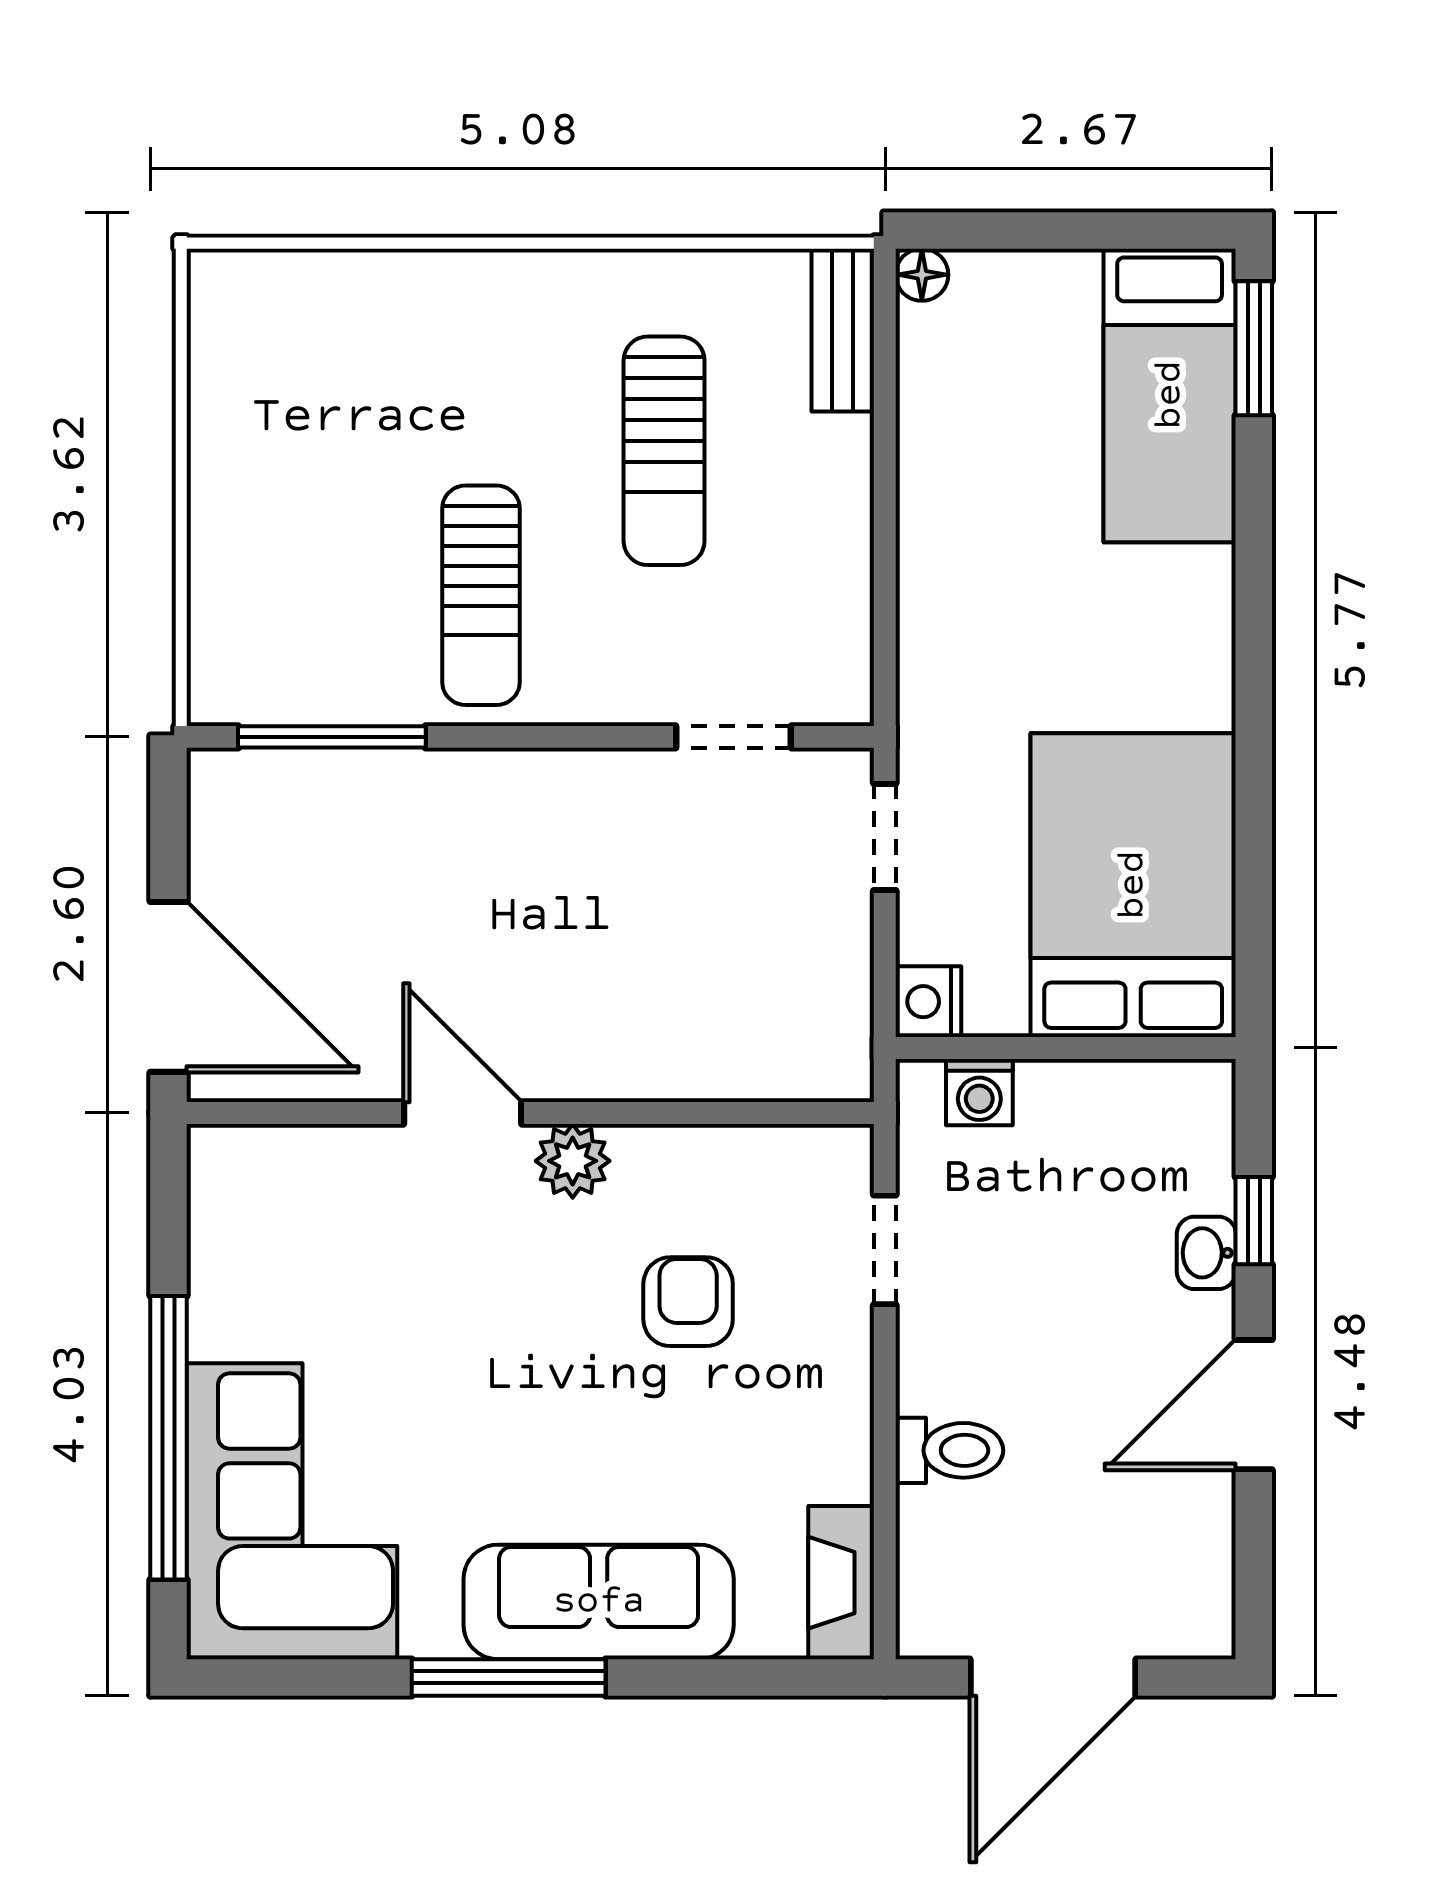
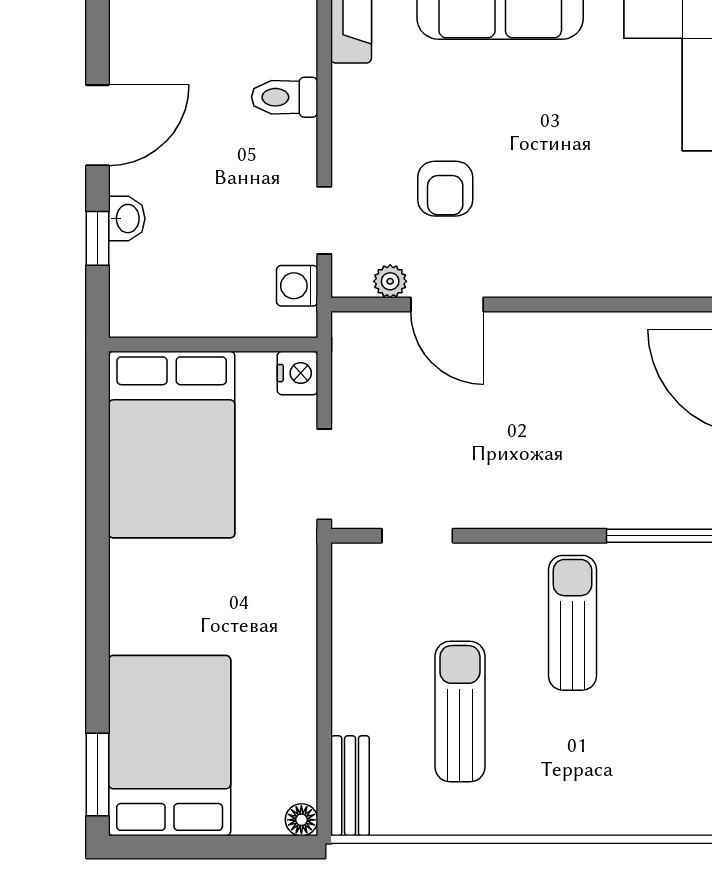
bed: (1170, 395) -> (170, 746), width x1.50
doorway: (885, 837) -> (324, 474), width x1.38
washing machine: (979, 1092) -> (297, 286), moved, turned -90
door: (463, 1113) -> (447, 304), moved
plant: (573, 1161) -> (390, 281), moved, width x0.73, depth x0.73

